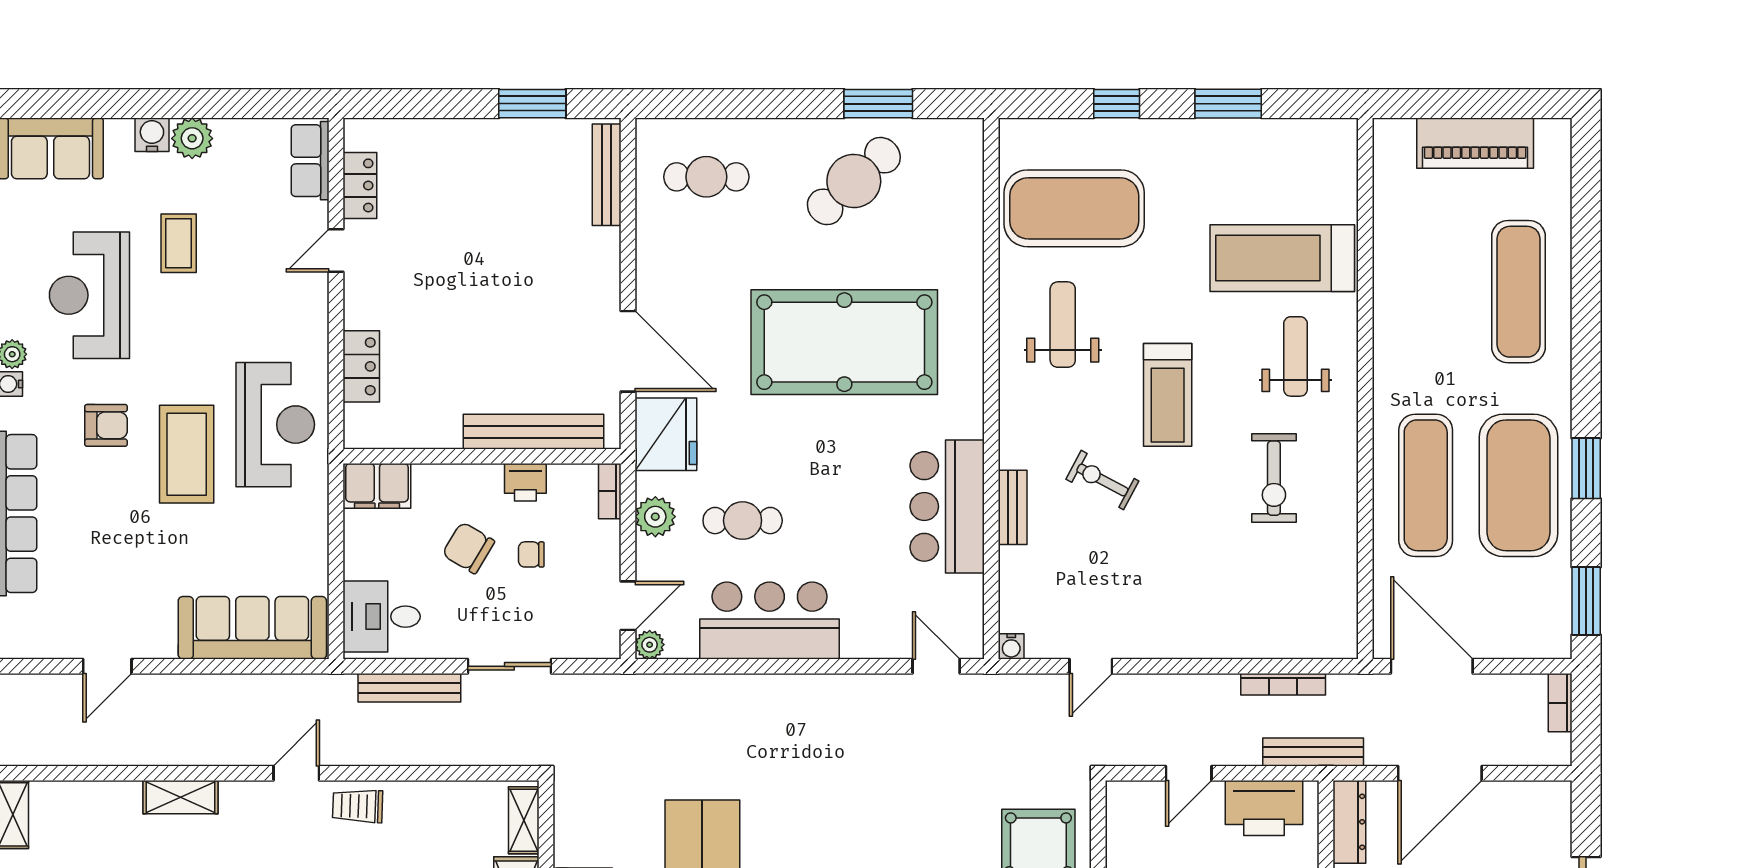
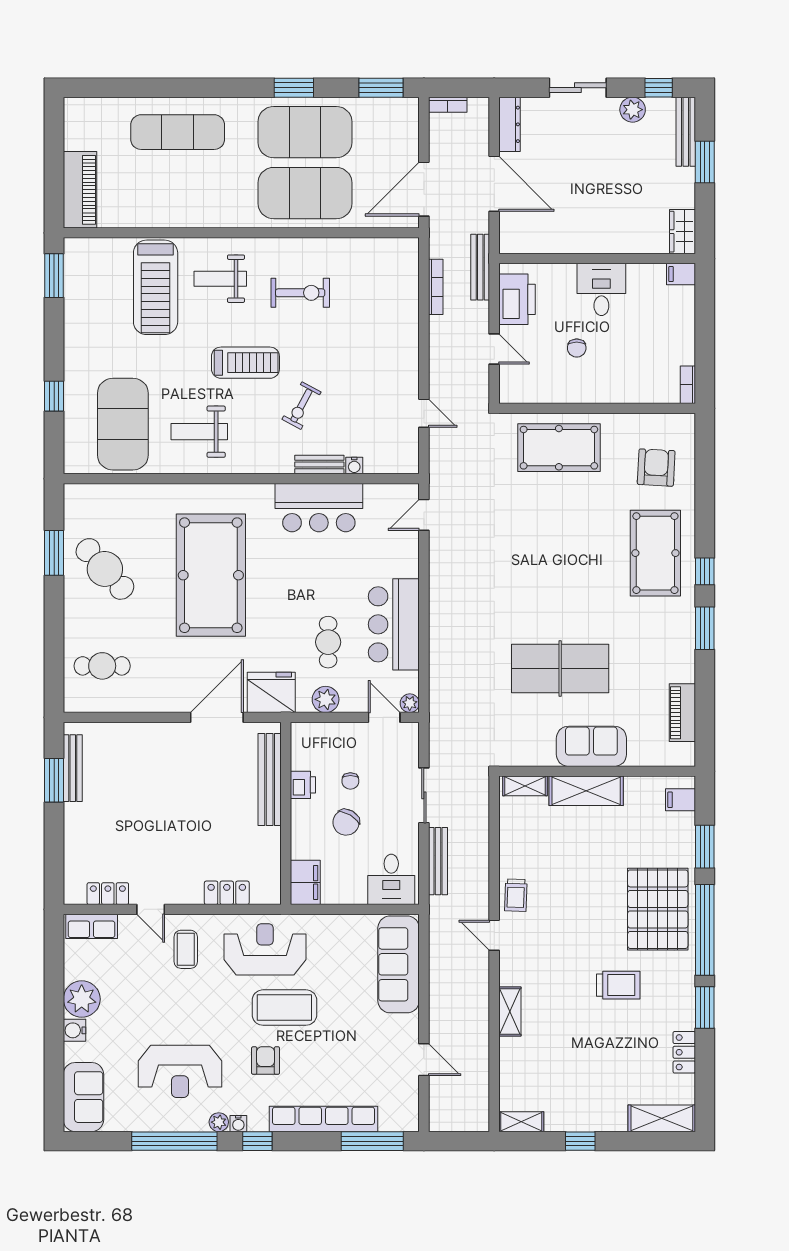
window: (1228, 104) -> (54, 276), moved
plant: (192, 138) -> (82, 999), width x1.36, depth x1.36
piano: (1475, 143) -> (80, 190), moved
bench: (607, 175) -> (73, 768), moved, turned 90
cafe table: (706, 177) -> (102, 666), turned 90
coffee table: (179, 243) -> (186, 949), moved, turned 90
exercise mat: (1426, 485) -> (305, 193), width x1.47
bookcase: (610, 491) -> (309, 729), removed
water cooler: (1011, 646) -> (354, 466), moved, turned 90
dresser: (1349, 822) -> (510, 124), moved, turned 90

